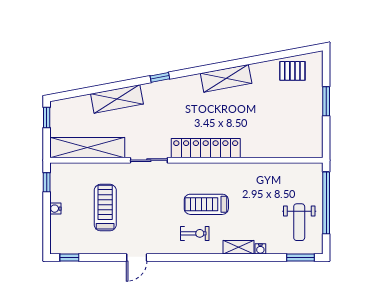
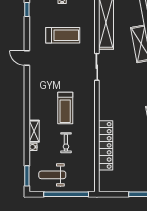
locker: (206, 148) -> (106, 145), moved
treadmill: (206, 204) -> (65, 108), turned 180
exercise bike: (195, 233) -> (66, 143), moved

